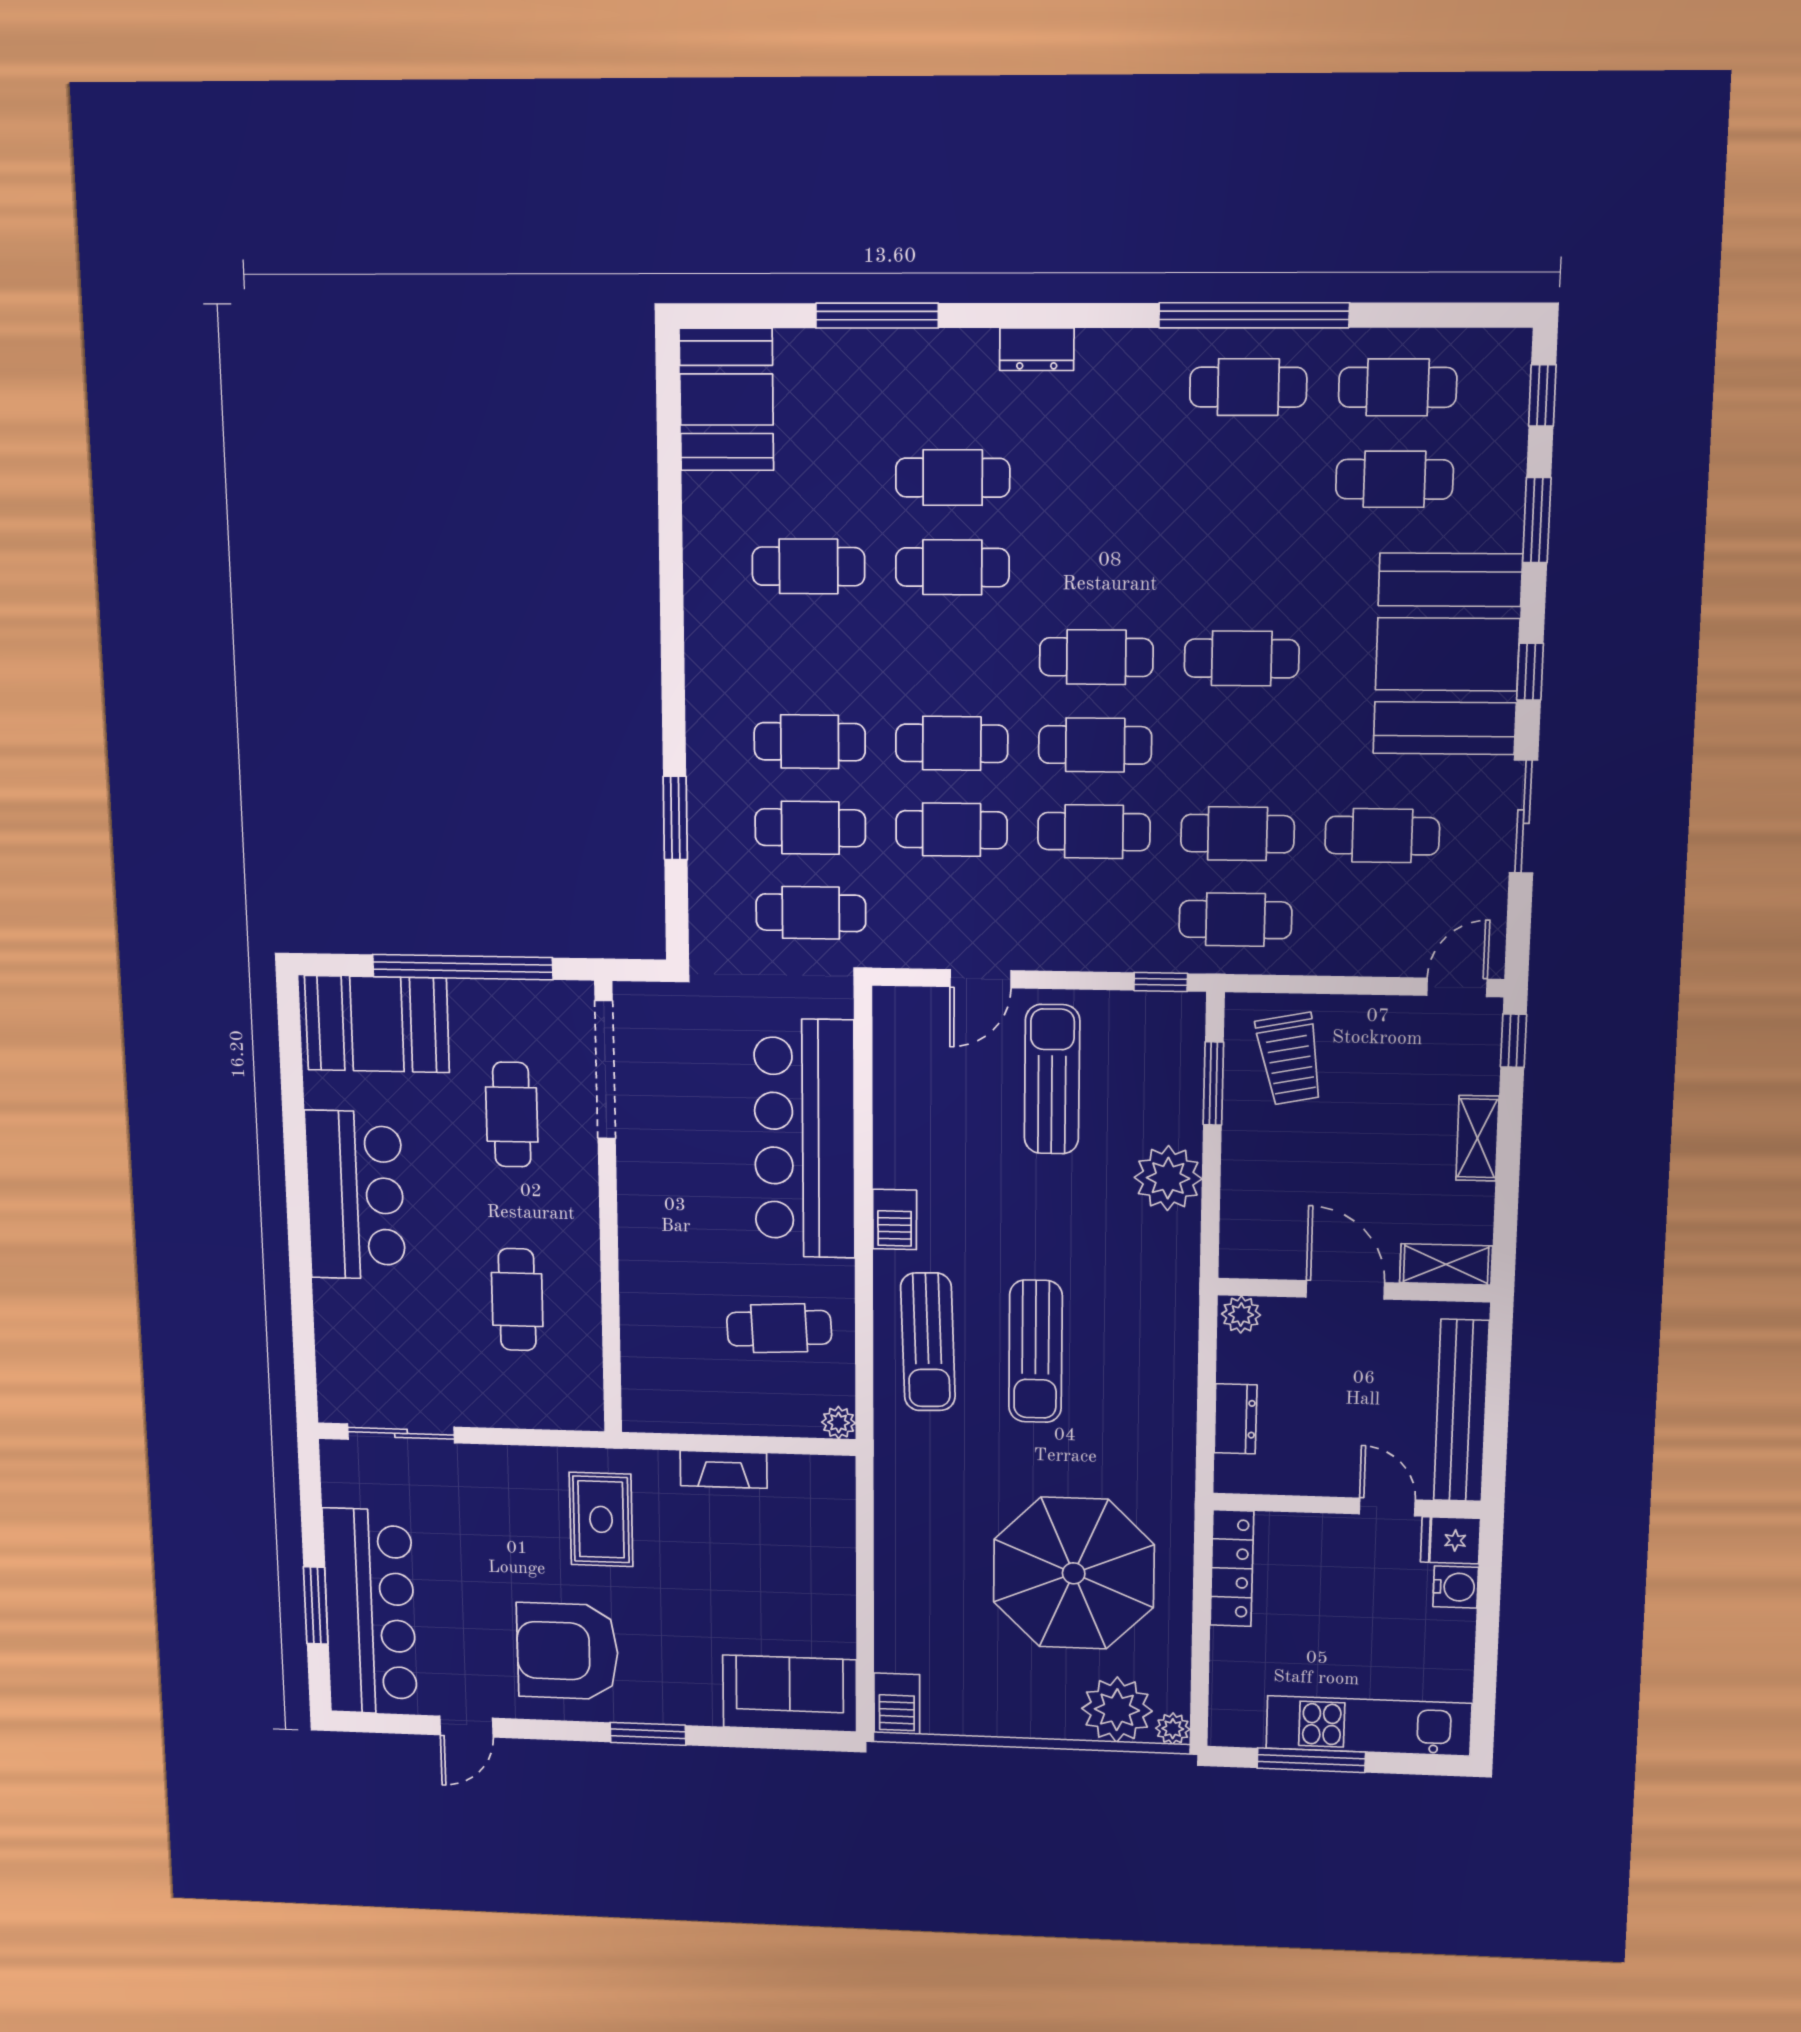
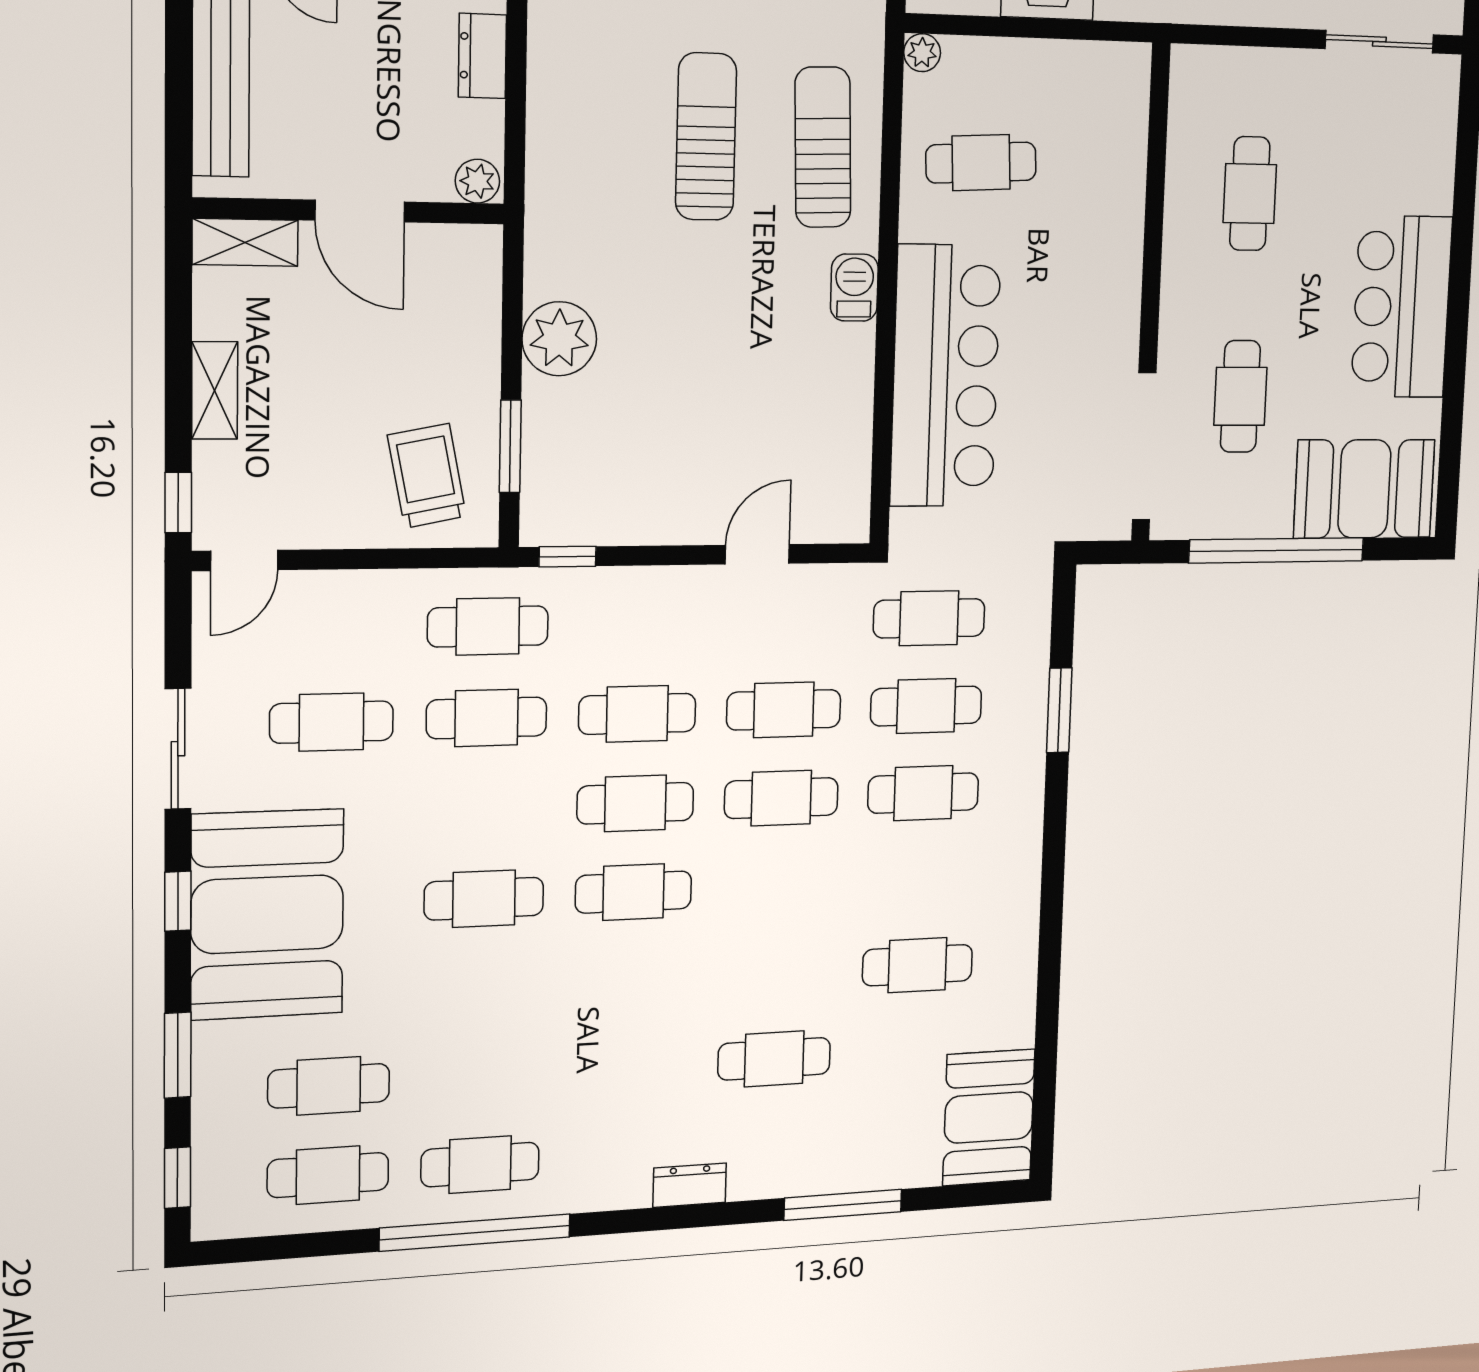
cafe table: (952, 567) -> (777, 973), removed
sun lounger: (1052, 1079) -> (684, 447), removed

